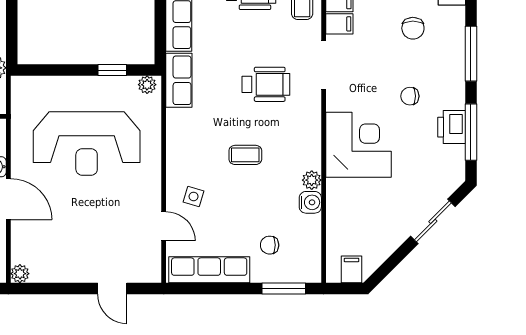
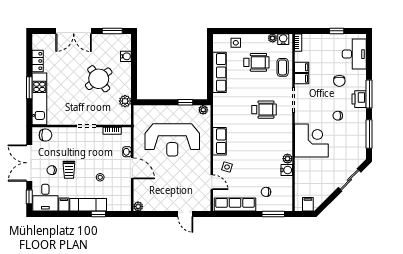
row of seats: (179, 80) -> (220, 141), moved
printer: (452, 127) -> (359, 99), moved
coffee table: (245, 155) -> (254, 146), removed

